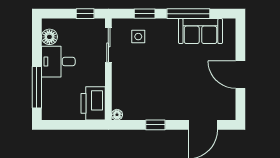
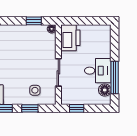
sliding door: (108, 45) -> (58, 72), moved
window: (37, 87) -> (115, 78), moved
window: (155, 125) -> (34, 21), moved

